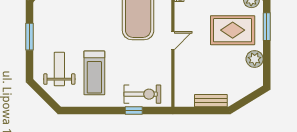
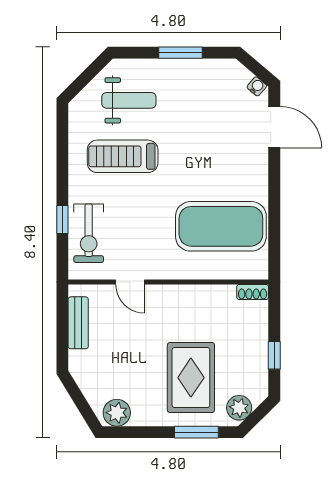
door: (173, 41) -> (130, 282), moved
plant: (255, 59) -> (117, 413), moved
bench: (211, 101) -> (78, 323), moved

